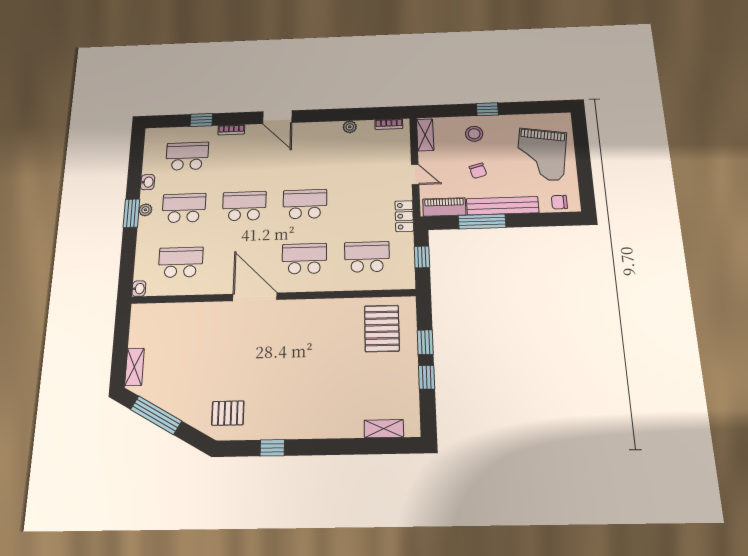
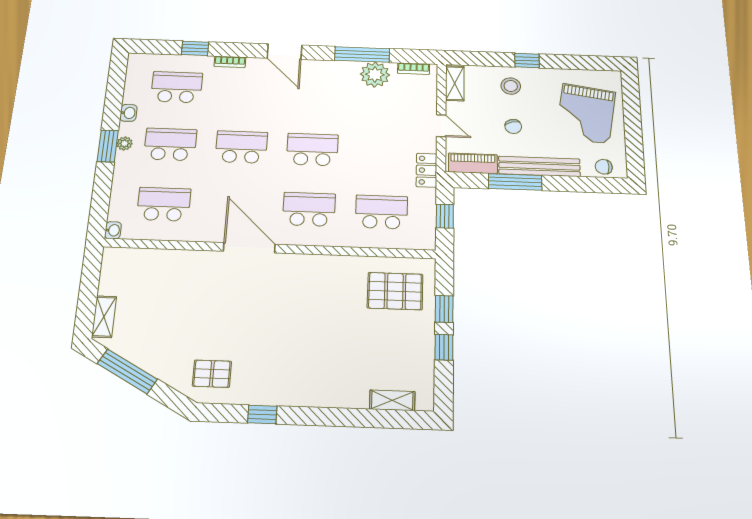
window: (344, 115) -> (362, 54), added
plant: (350, 127) -> (375, 74), width x1.88, depth x1.88
pallet: (382, 328) -> (395, 291), turned 90

